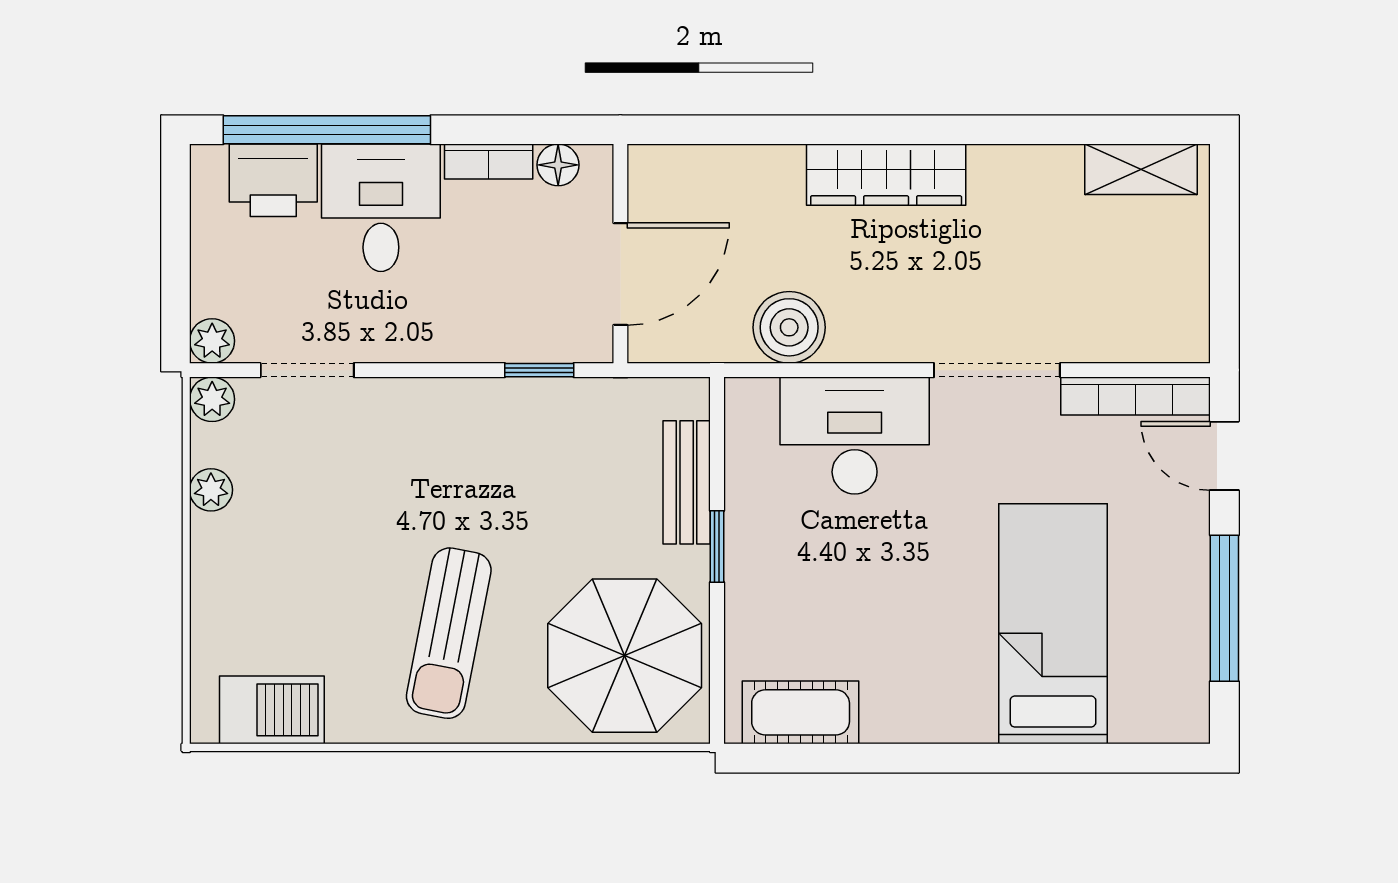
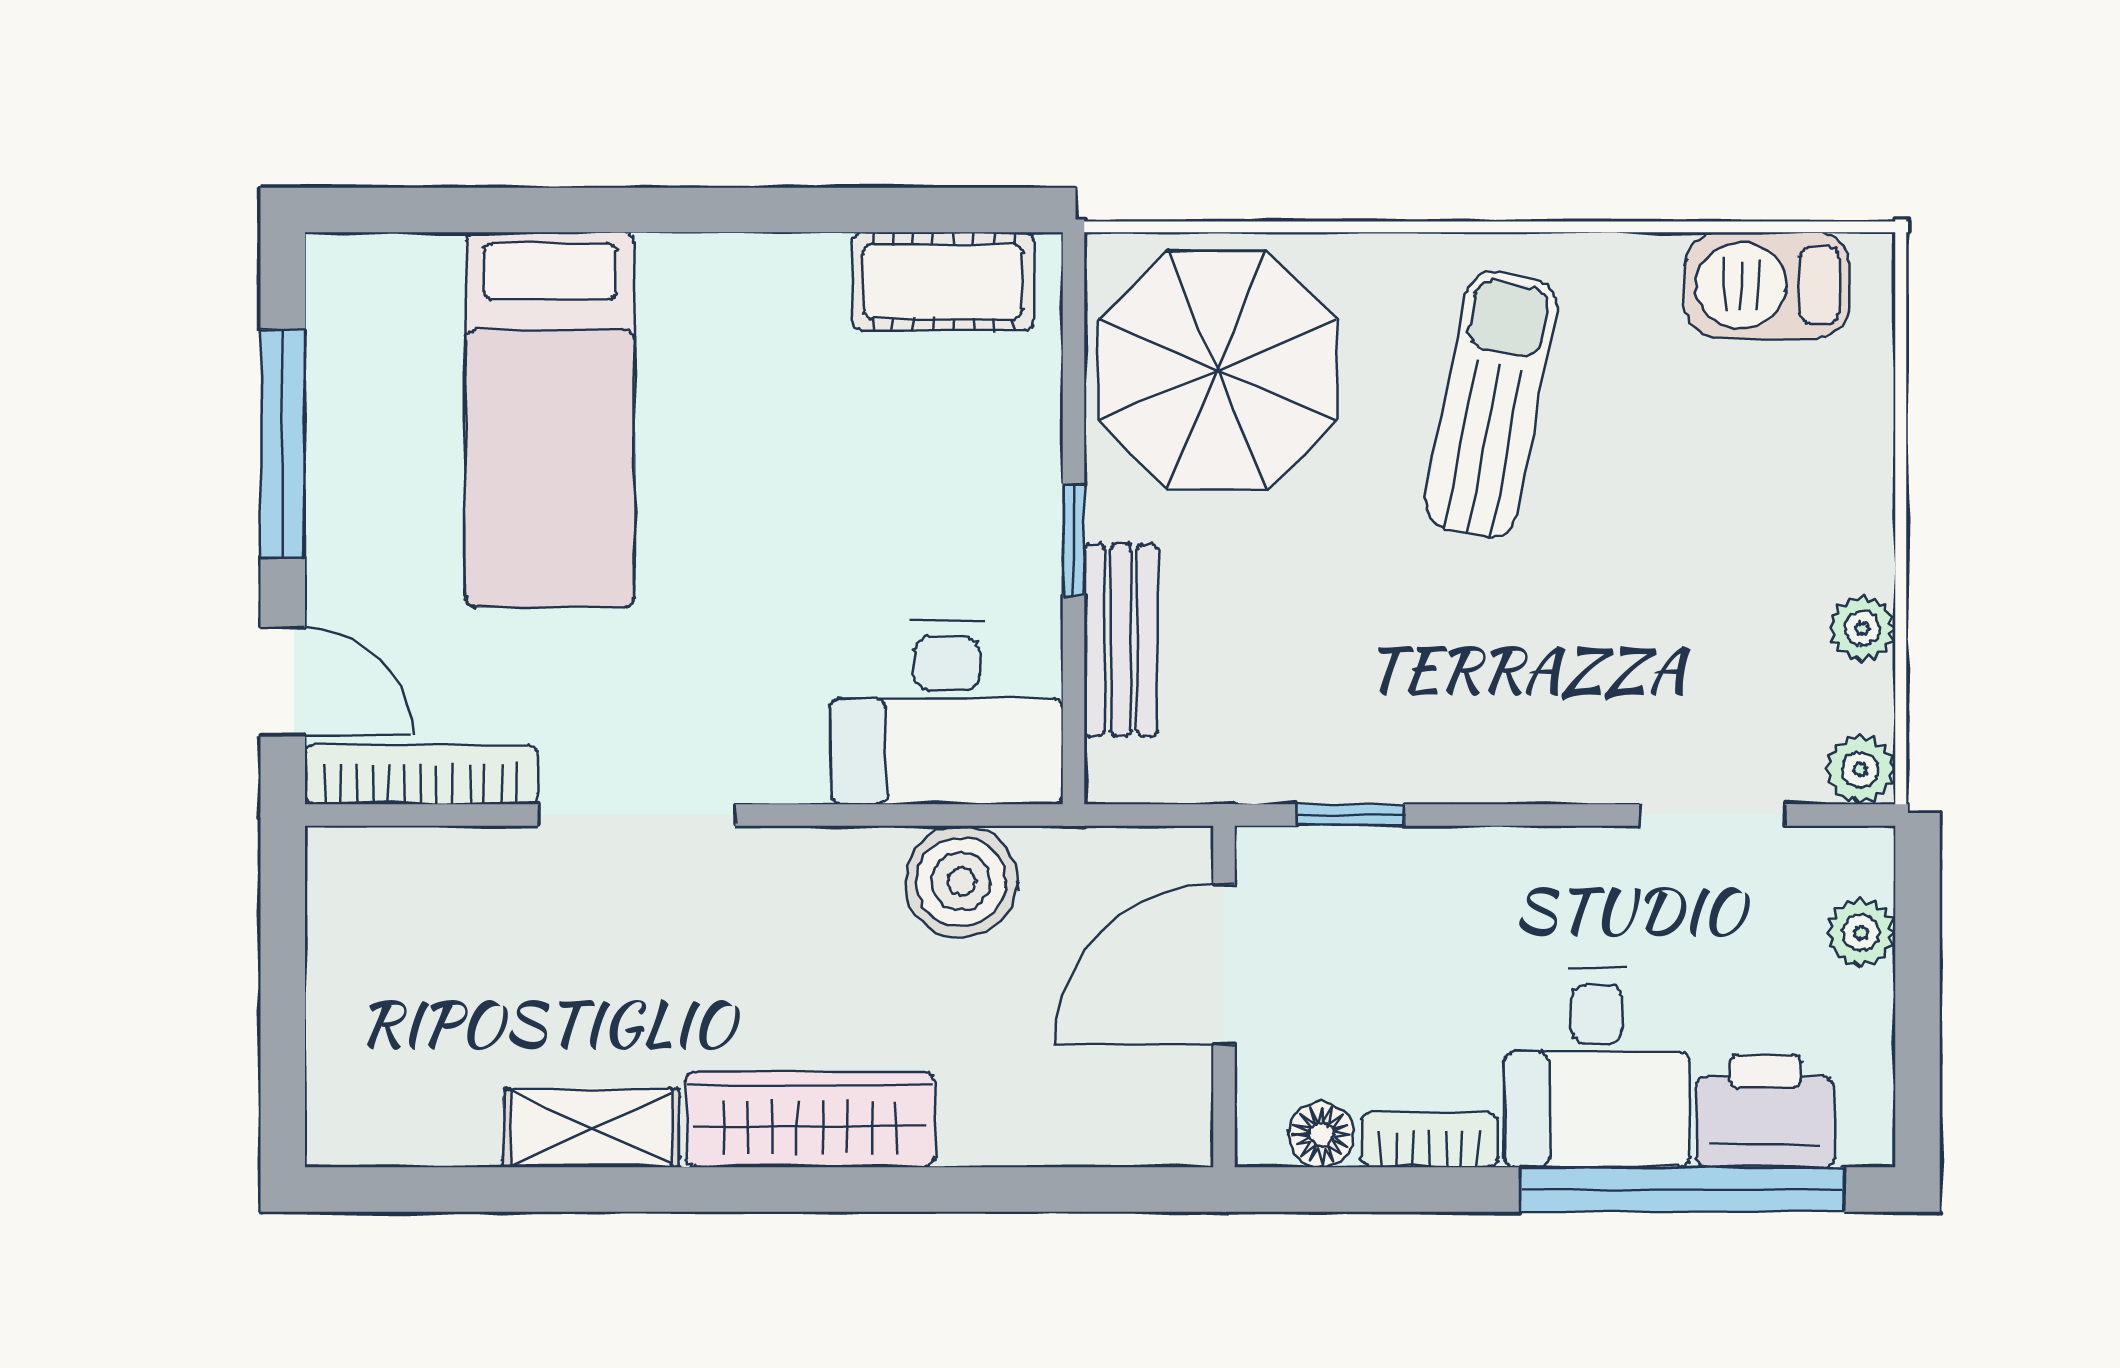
shelving: (1141, 169) -> (591, 1128), moved
plant: (212, 341) -> (1861, 933), moved
desk: (855, 436) -> (947, 713), moved

